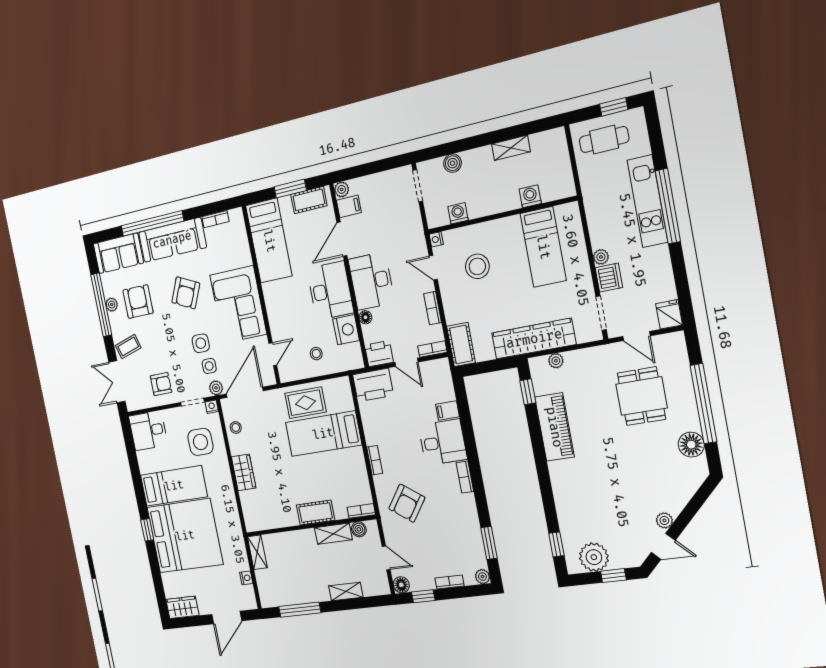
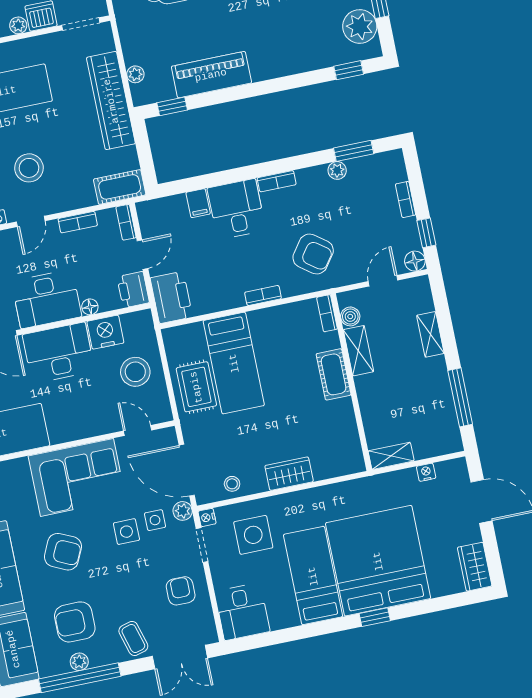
stool: (316, 354) -> (135, 372), width x1.89, depth x1.89
plant: (482, 577) -> (337, 170), moved

